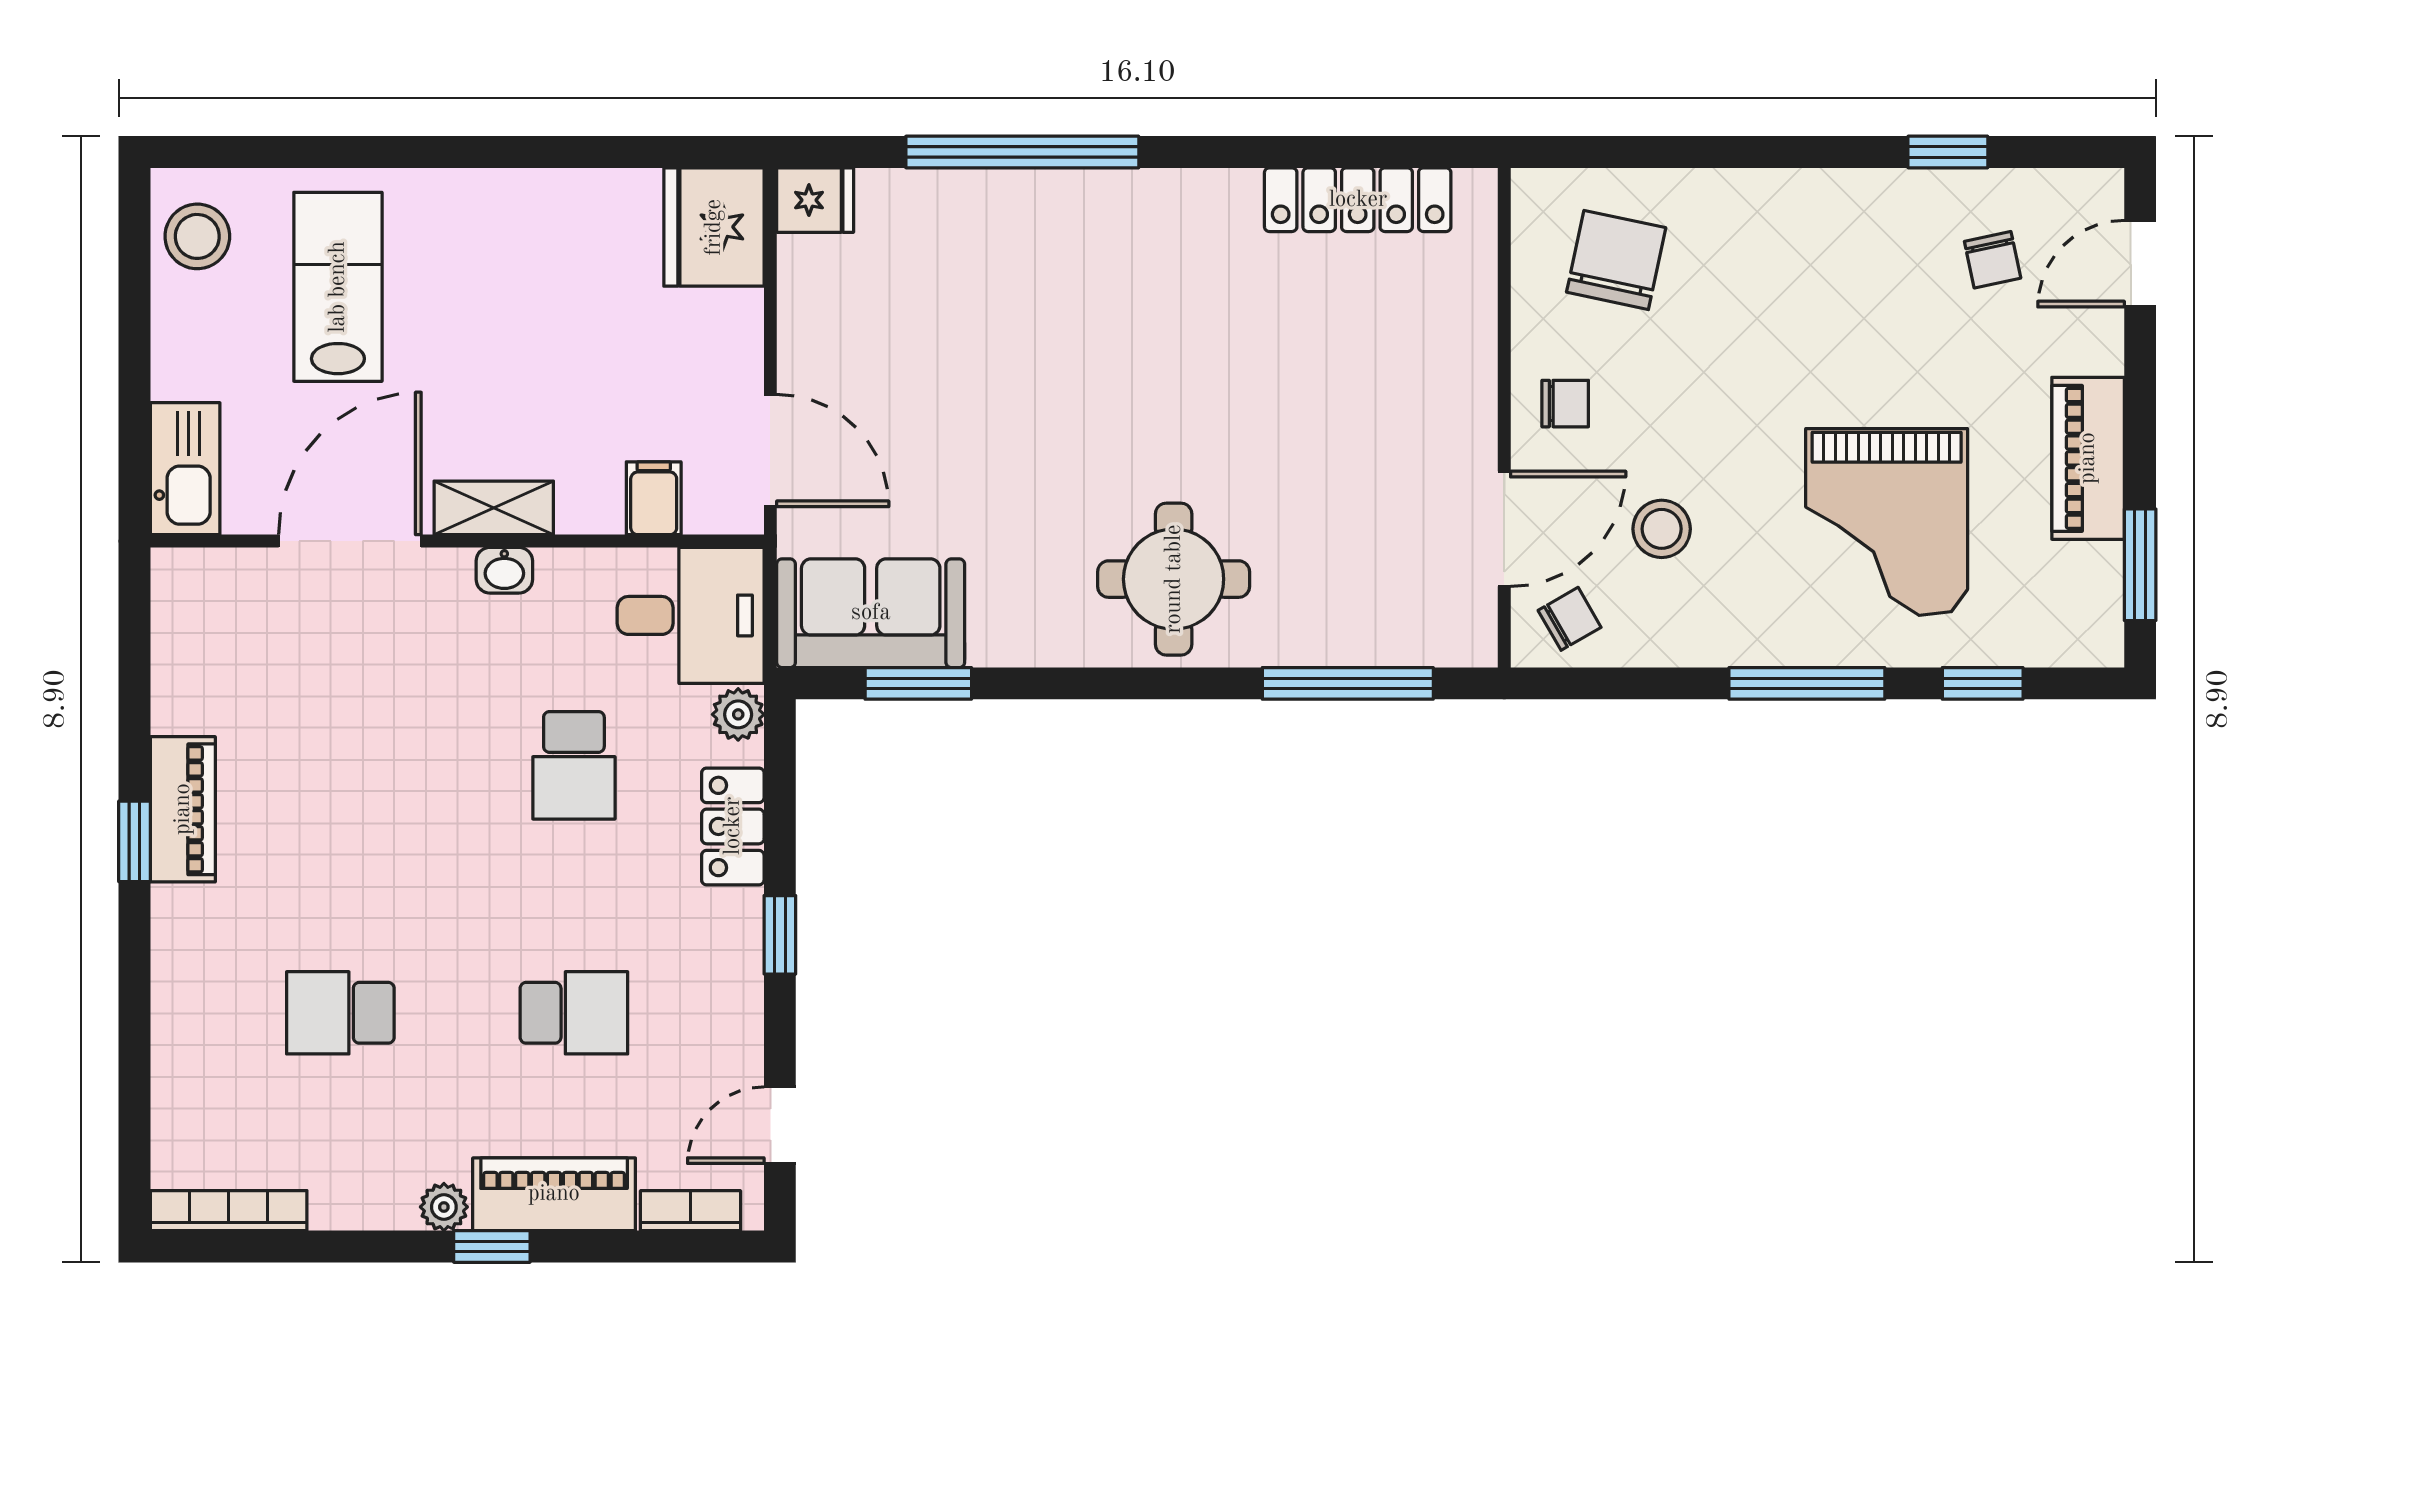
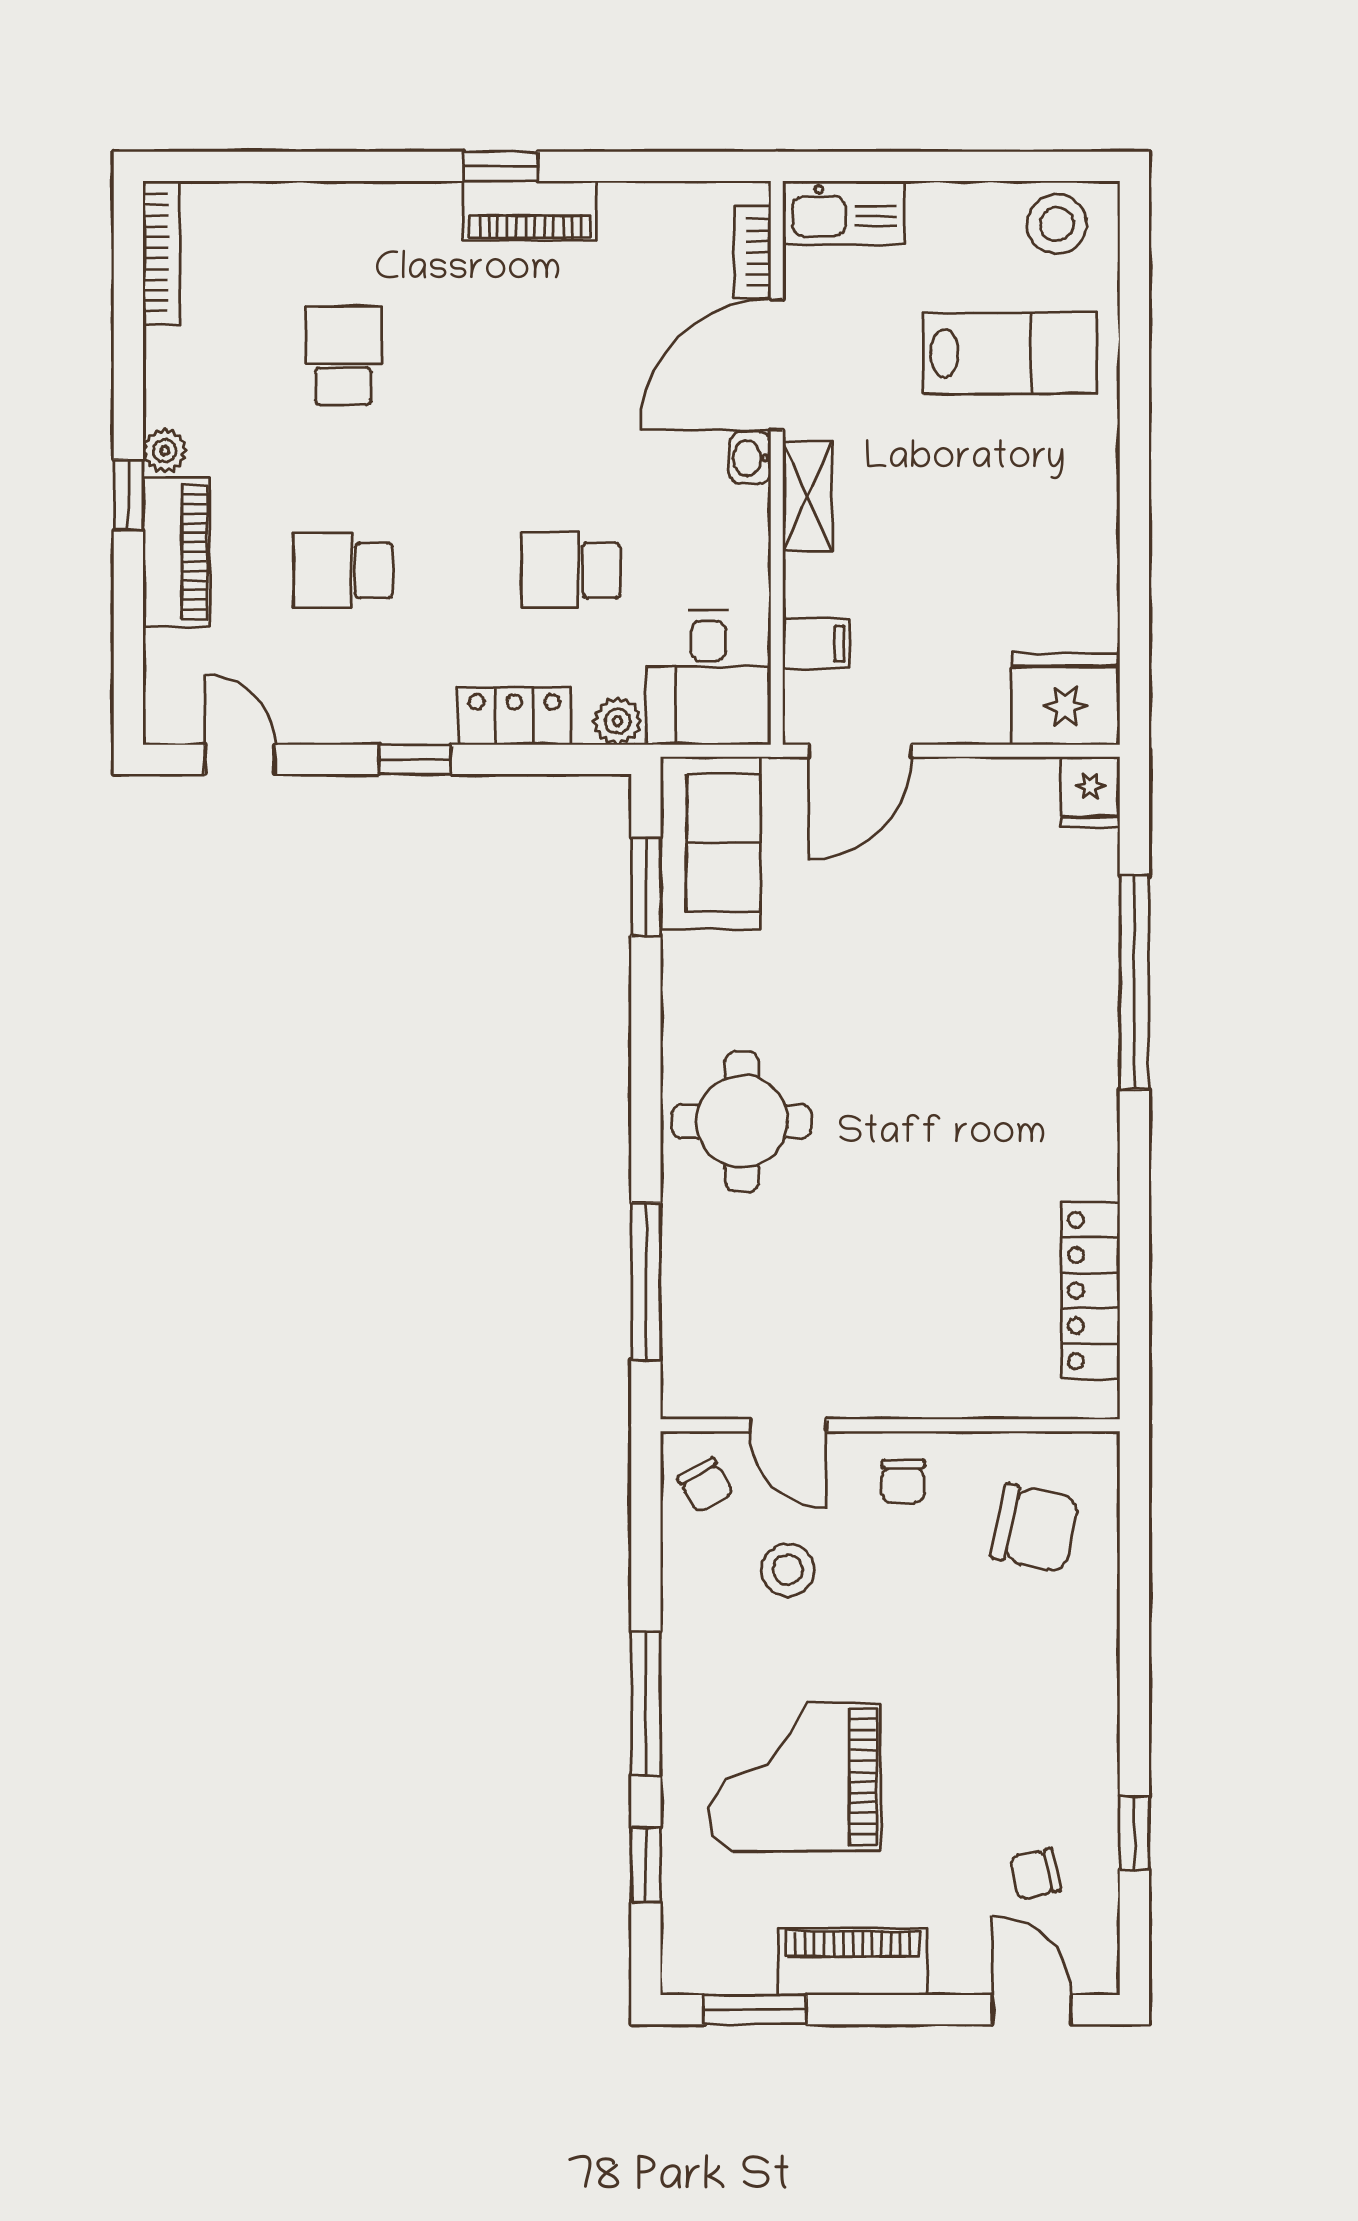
door: (1504, 529) -> (788, 1425), width x0.73
door: (350, 541) -> (777, 364), swing flipped
washbasin: (504, 570) -> (750, 458), moved
school desk: (574, 1013) -> (343, 570), turned 90
bookcase: (691, 1211) -> (753, 252), moved, turned 180

